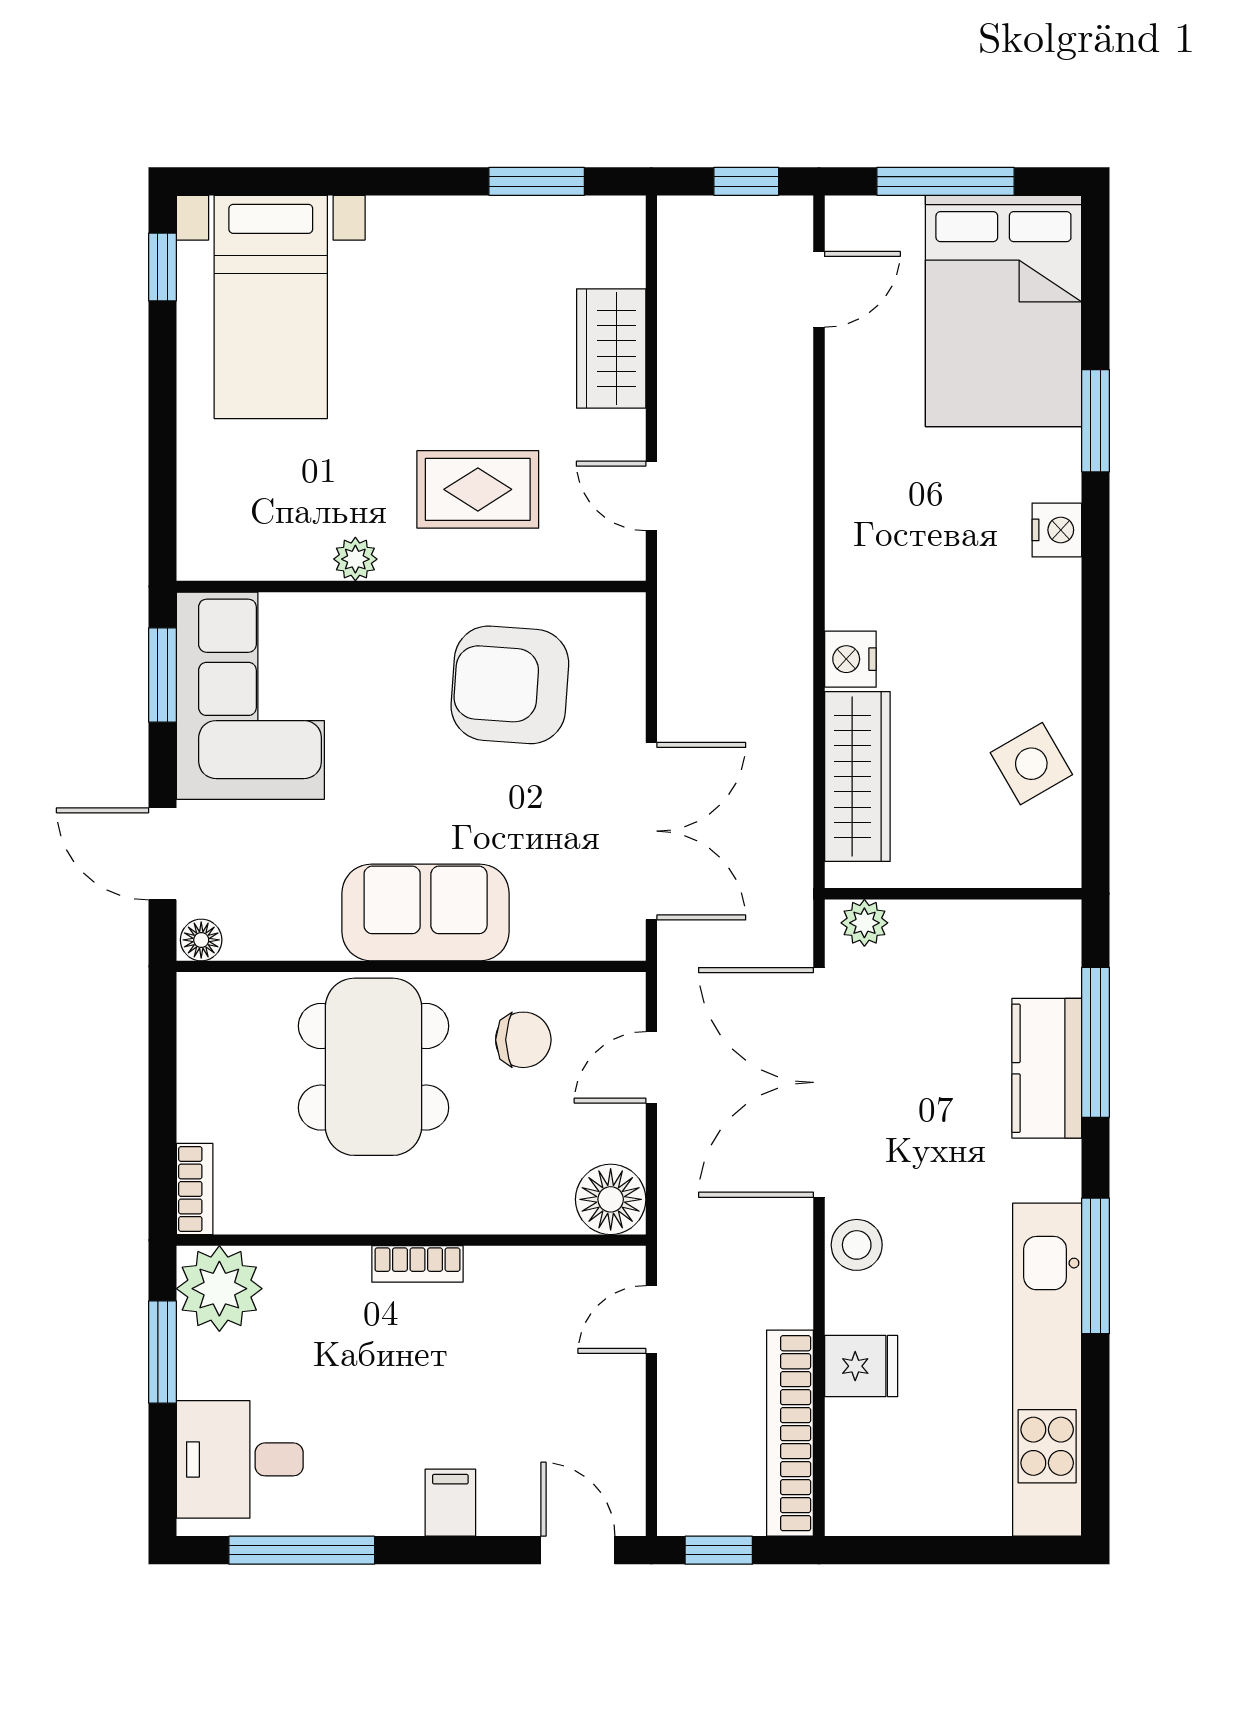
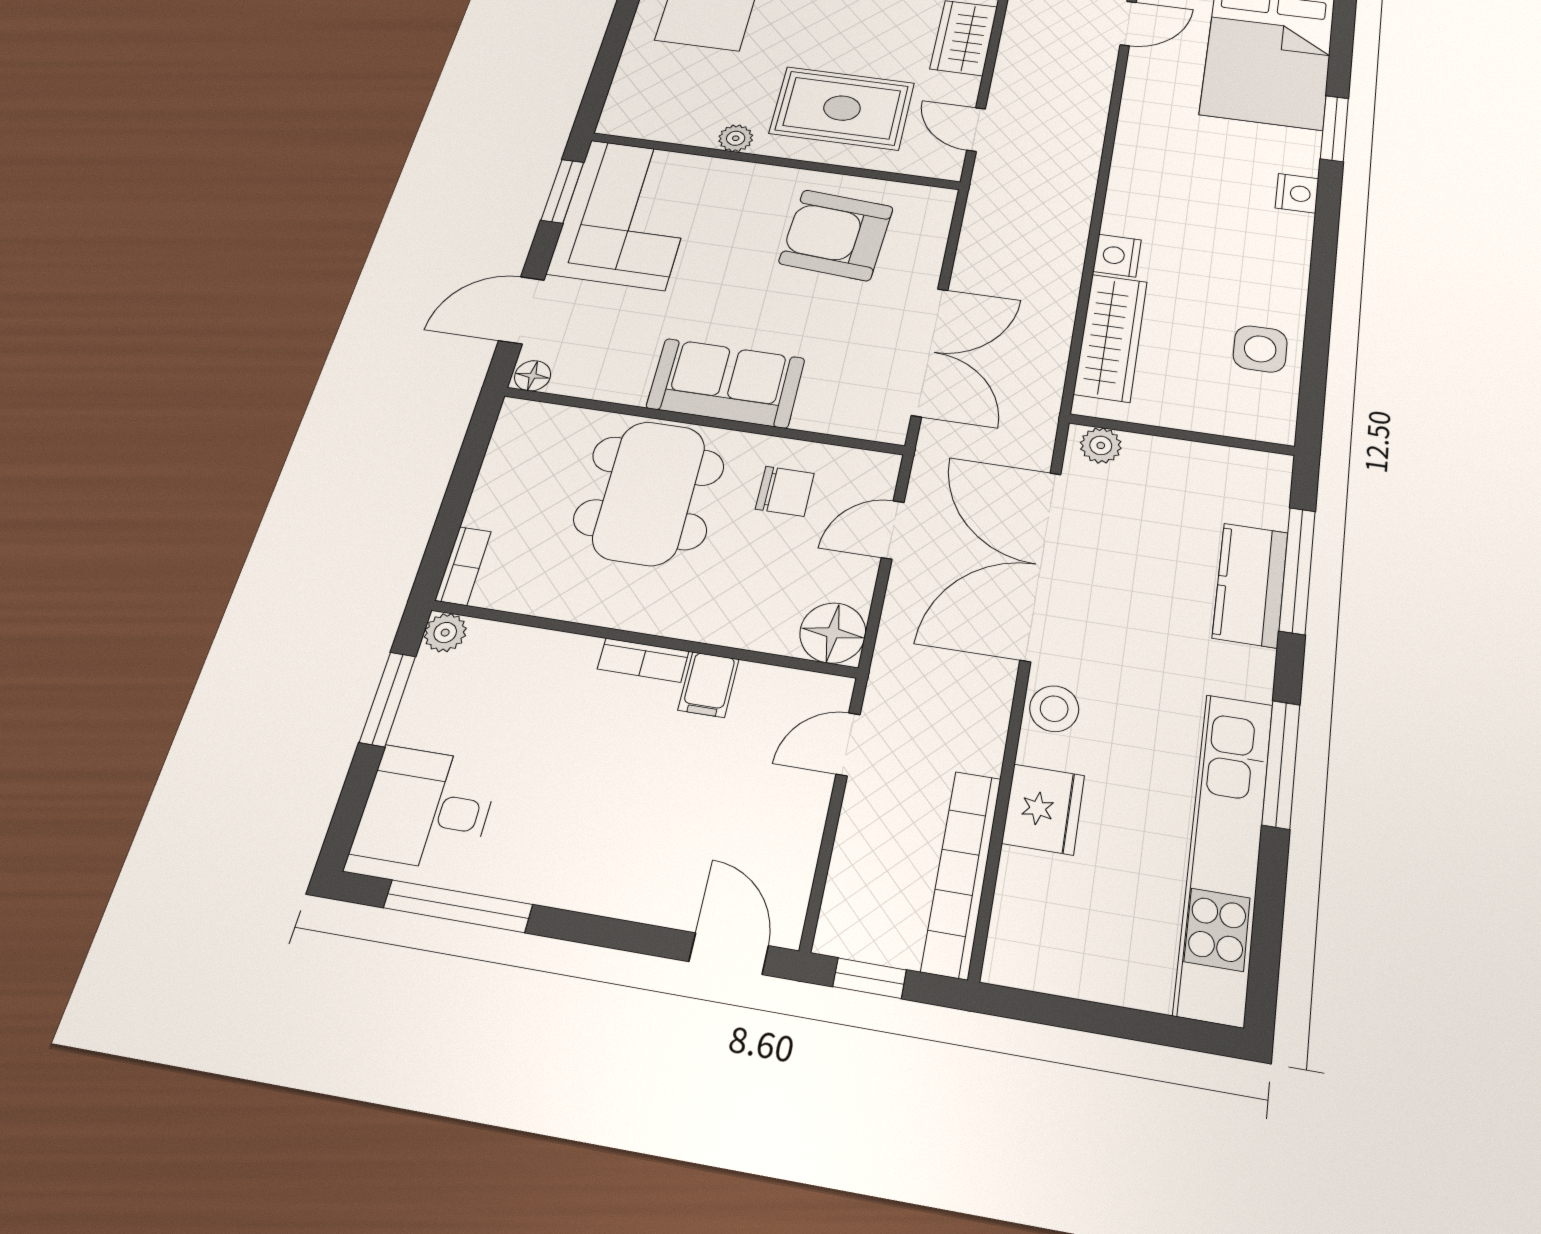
rug: (478, 489) -> (842, 108), width x1.36, depth x1.43
side table: (1031, 764) -> (1260, 349), turned 30
door: (162, 854) -> (521, 310), hinge flipped
plant: (219, 1289) -> (445, 633), width x0.53, depth x0.53
fridge: (861, 1366) -> (1043, 809), width x1.38
filing cabinet: (450, 1503) -> (708, 685), moved, turned 180

